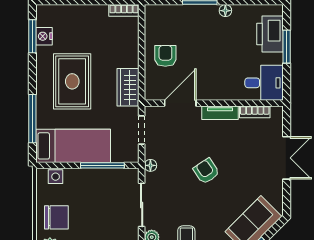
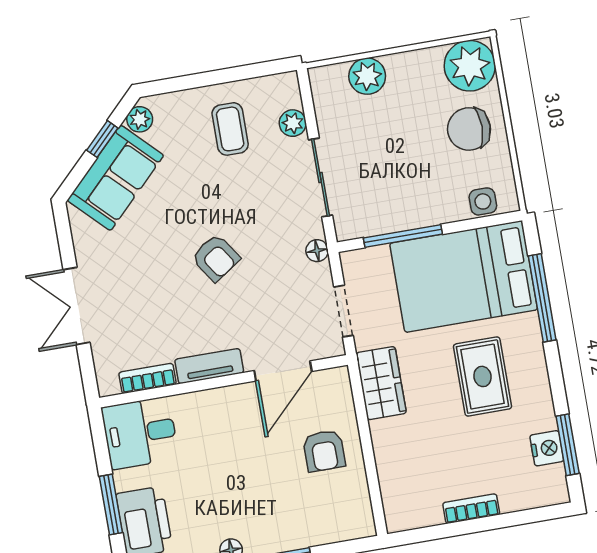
bookcase: (124, 10) -> (471, 509), moved
rug: (72, 81) -> (482, 376), width x0.73, depth x0.70
bed: (73, 146) -> (464, 277), width x1.50

